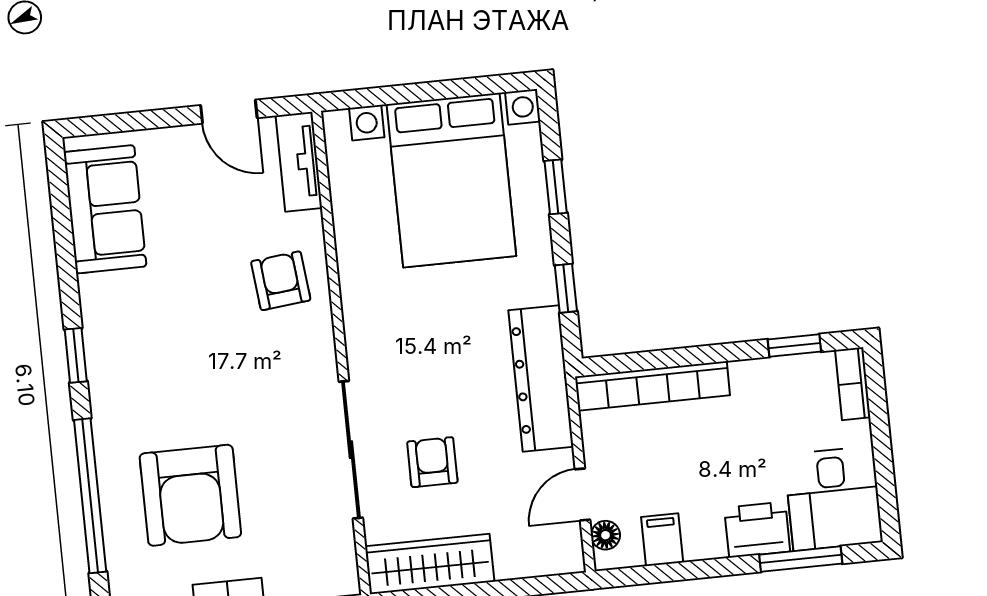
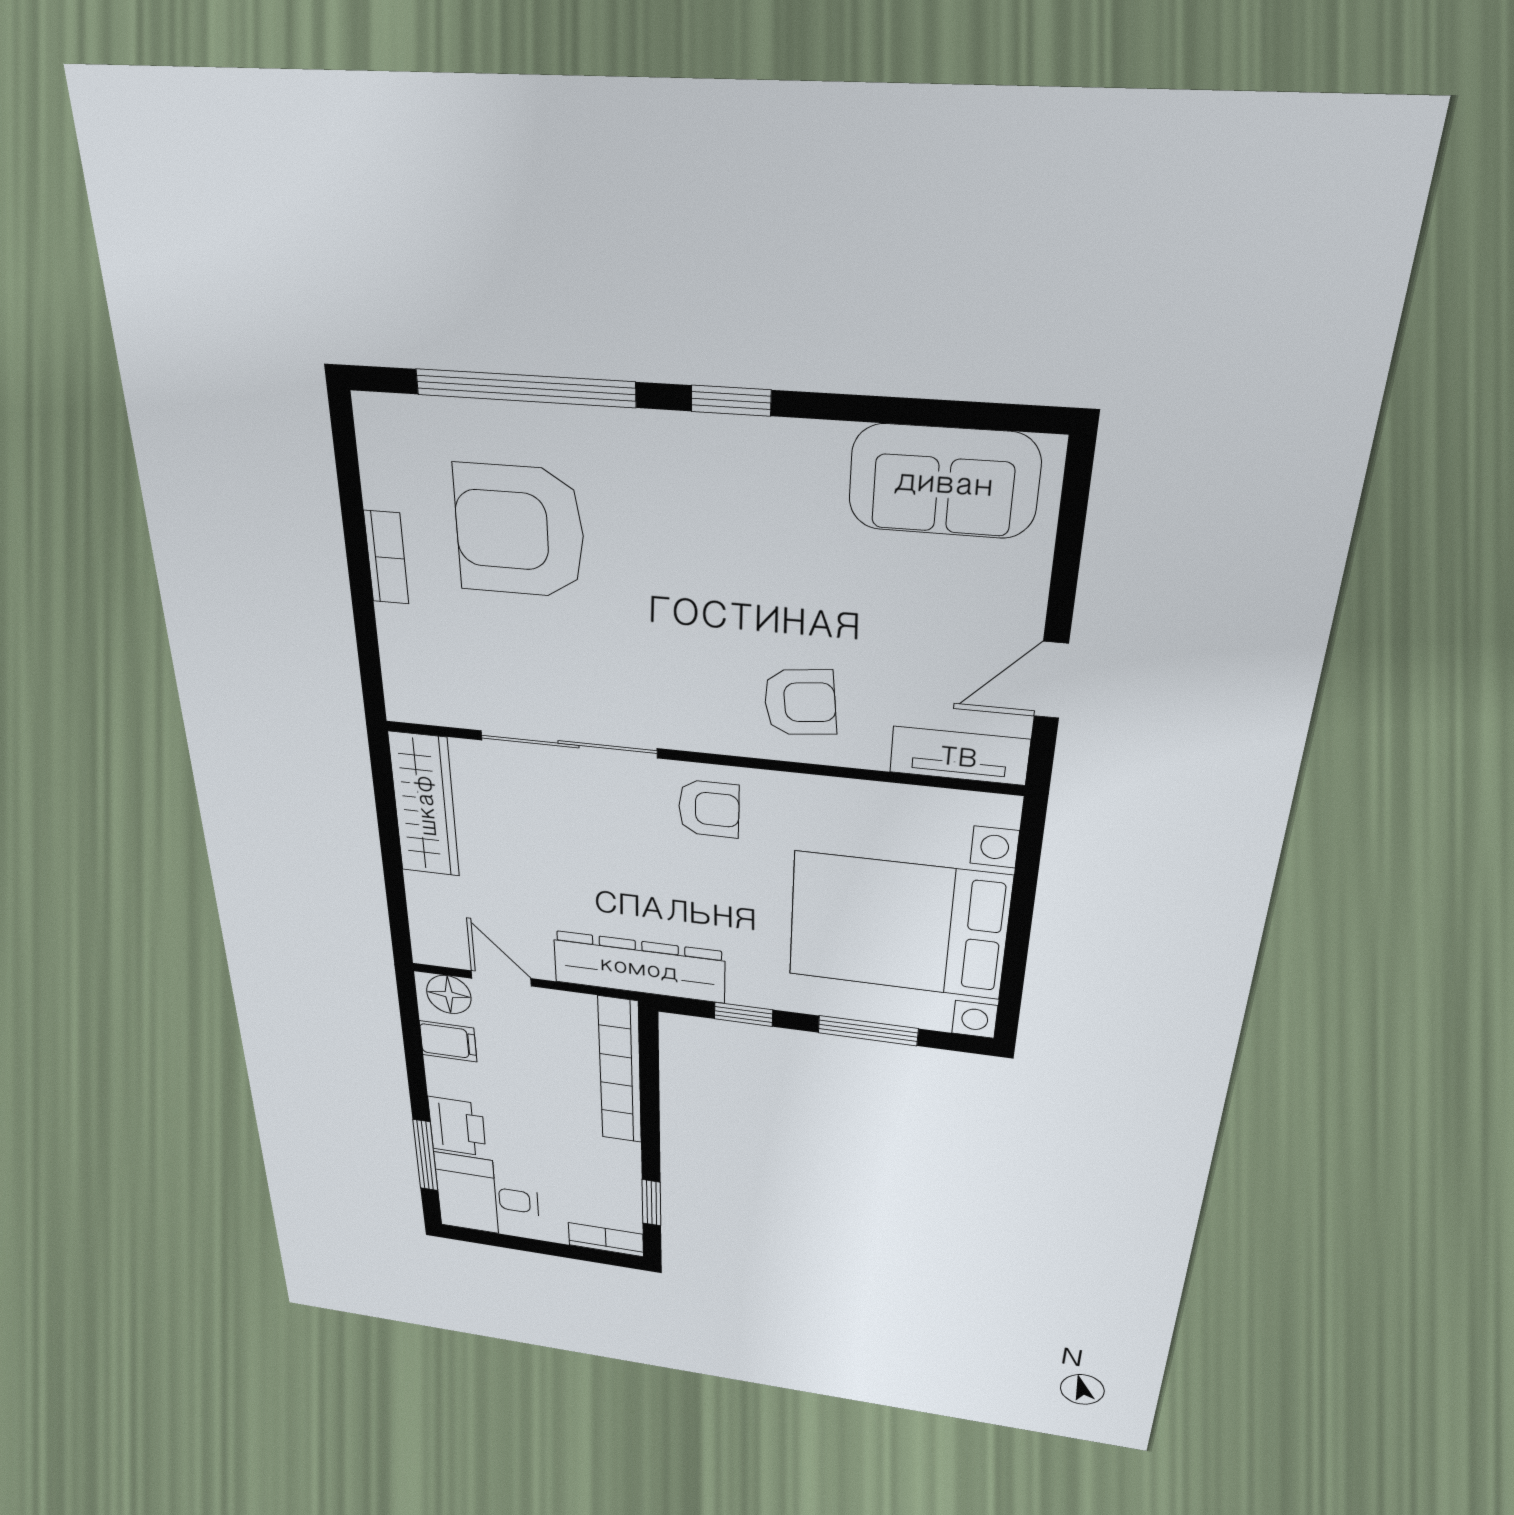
window: (556, 187) -> (868, 1031), width x1.50
armchair: (432, 462) -> (709, 809), moved
floor lamp: (605, 535) -> (449, 995), width x1.37, depth x1.37

